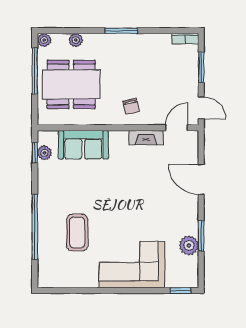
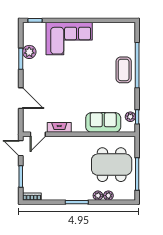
plant: (44, 40) -> (98, 196), moved
chair: (131, 107) -> (70, 149), removed
coffee table: (77, 233) -> (124, 70), moved

